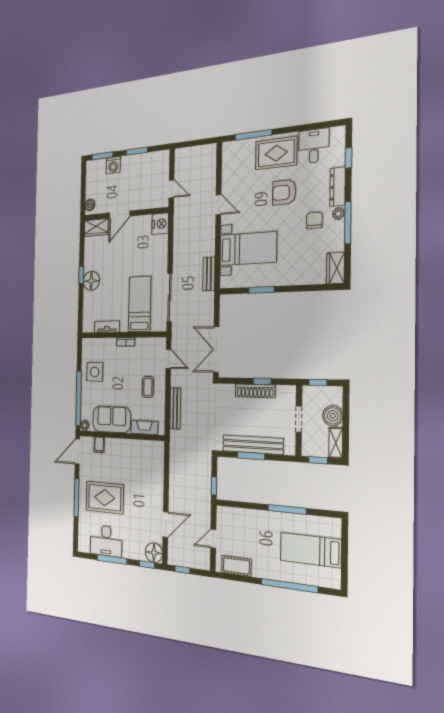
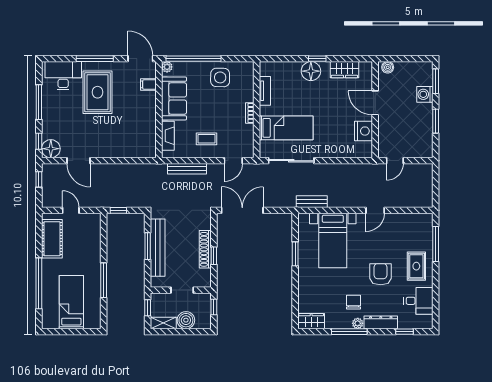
rug: (276, 153) -> (416, 266), width x0.73, depth x0.70
chair: (314, 220) -> (354, 302), turned -90
nightstand: (160, 224) -> (363, 131), moved, turned -90
wardrobe: (96, 228) -> (344, 70), moved, turned -90
desk: (106, 541) -> (63, 76), moved, turned 90
cot: (236, 566) -> (52, 239), width x1.37, depth x1.34

